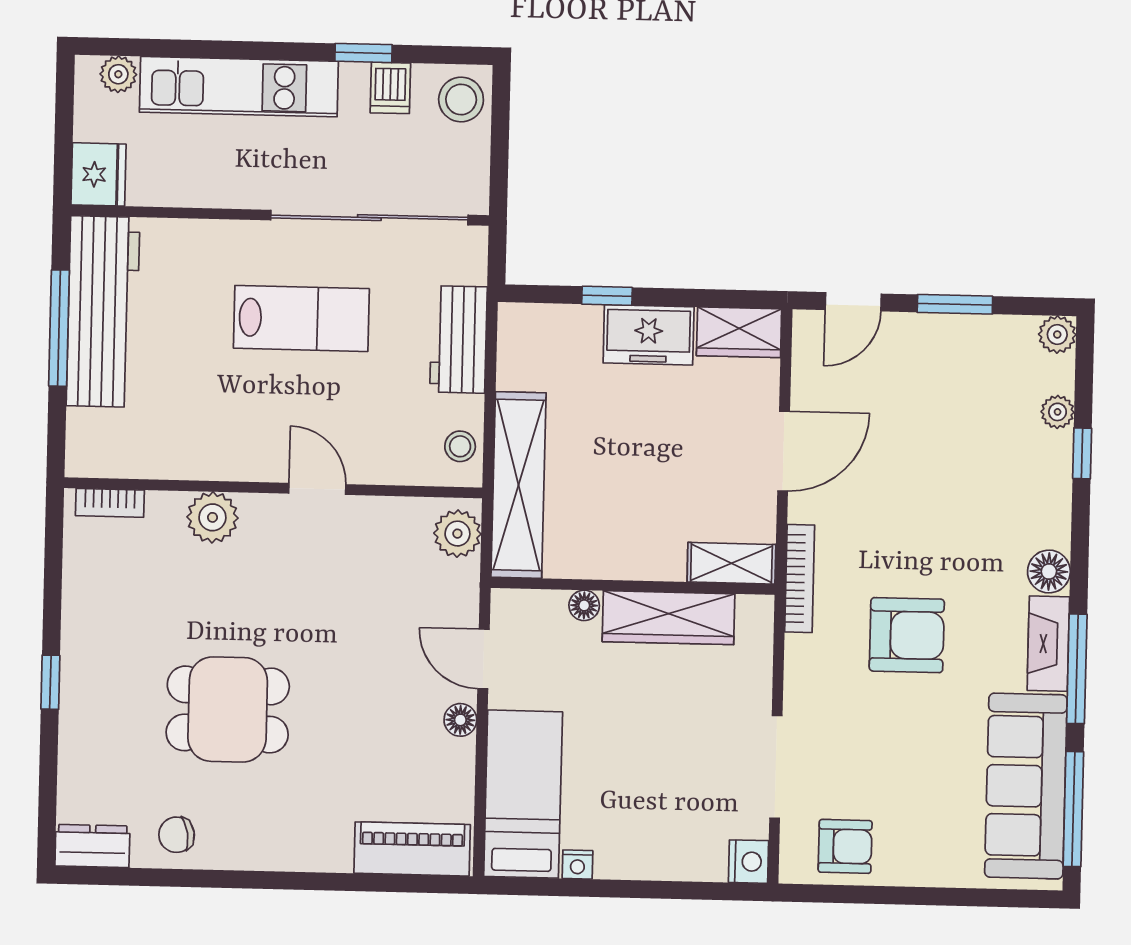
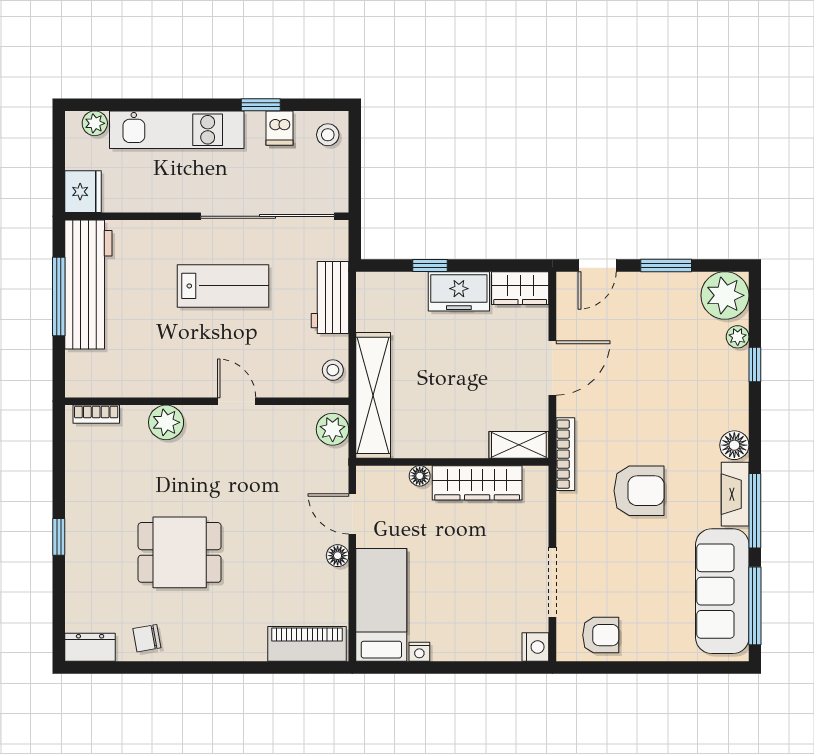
stool: (461, 99) -> (328, 135), width x0.73, depth x0.73
plant: (1057, 334) -> (725, 295), width x1.87, depth x1.87

